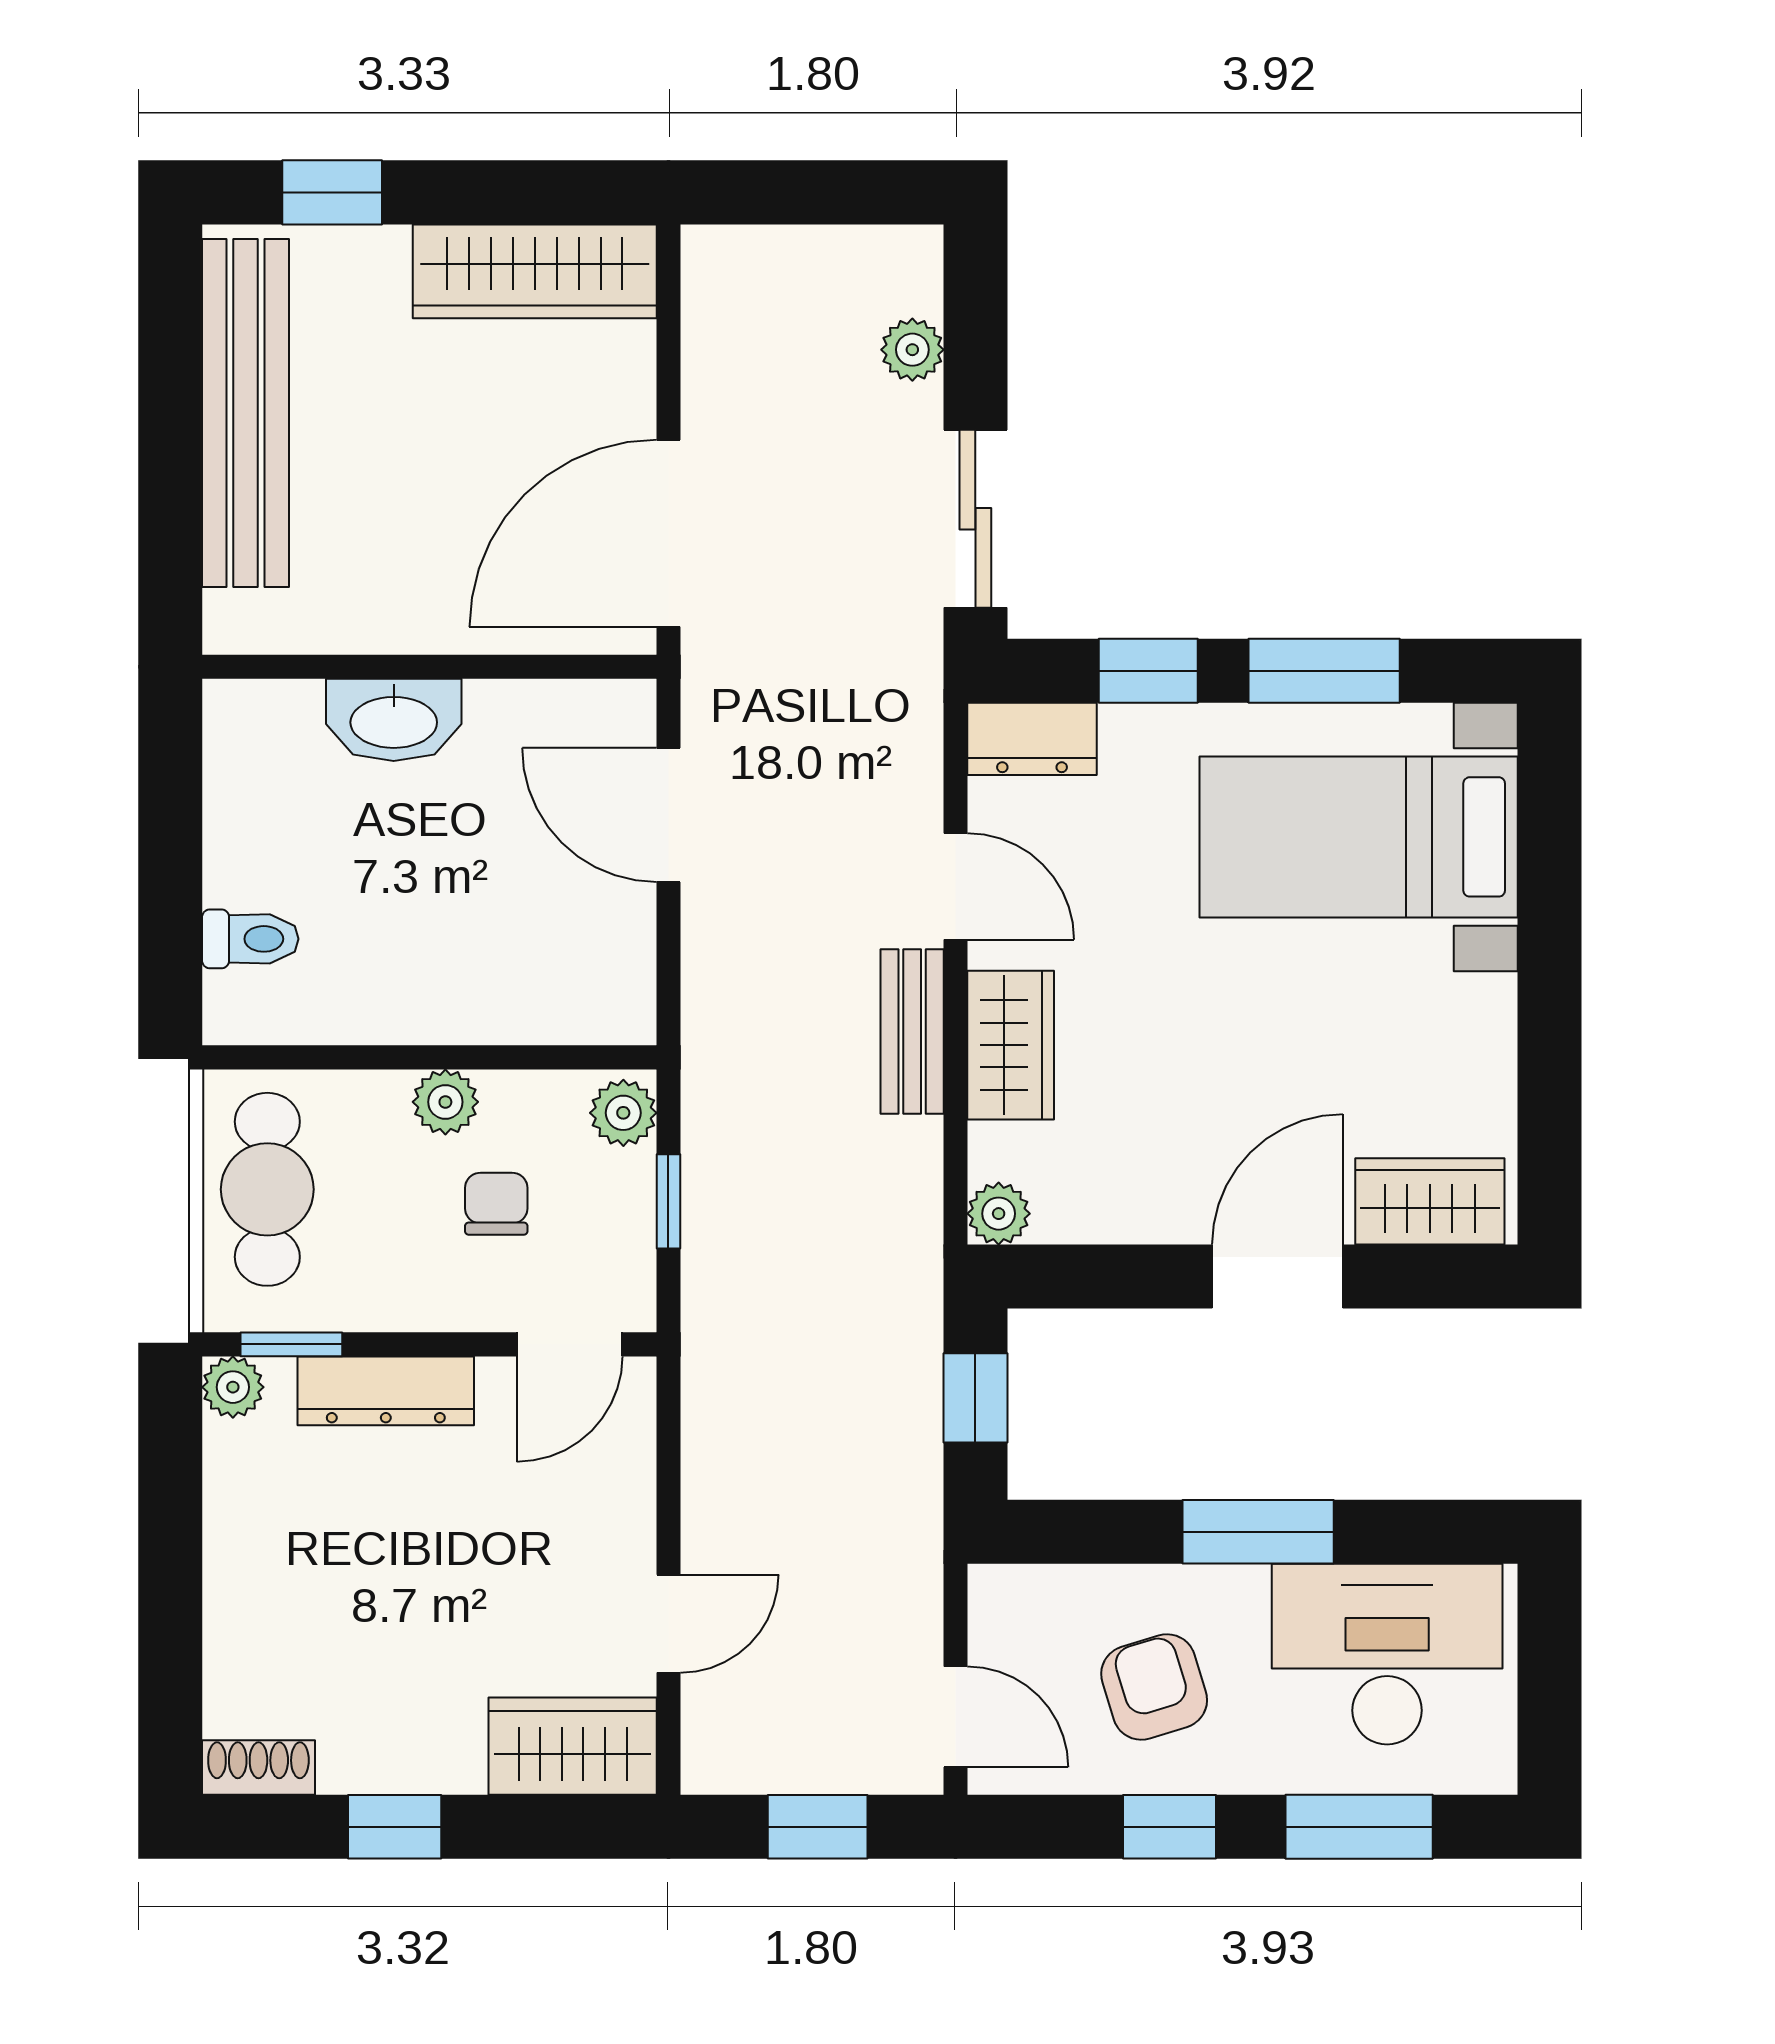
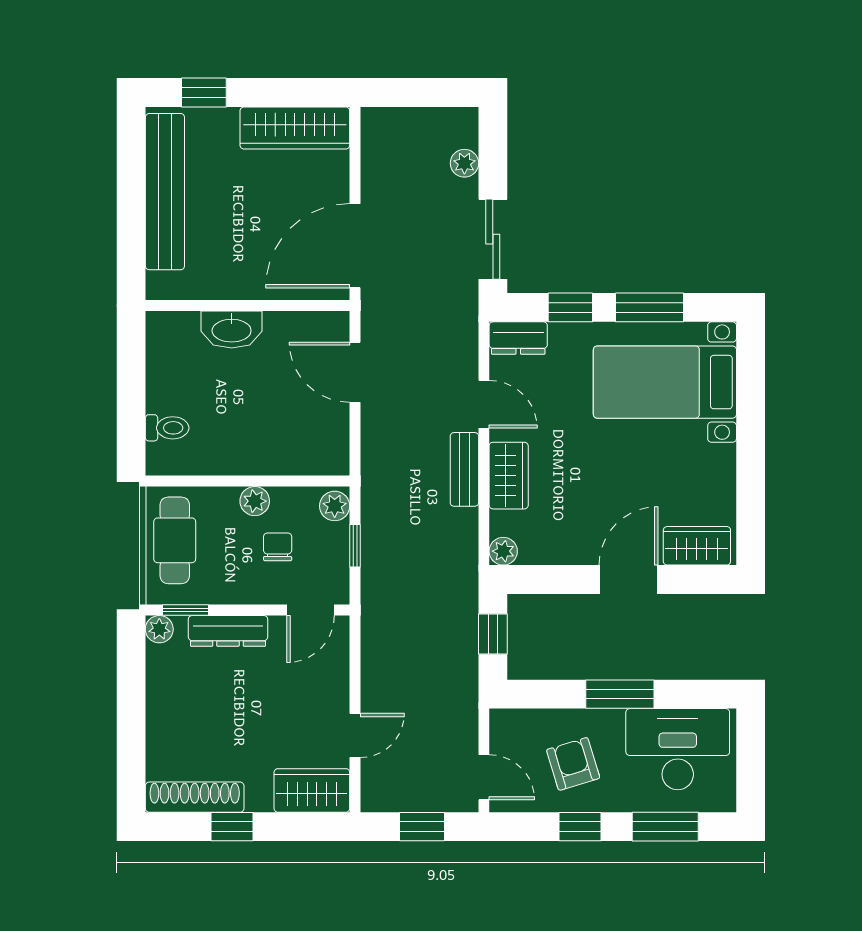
shoe rack: (258, 1767) -> (195, 797), width x1.94, depth x1.24

